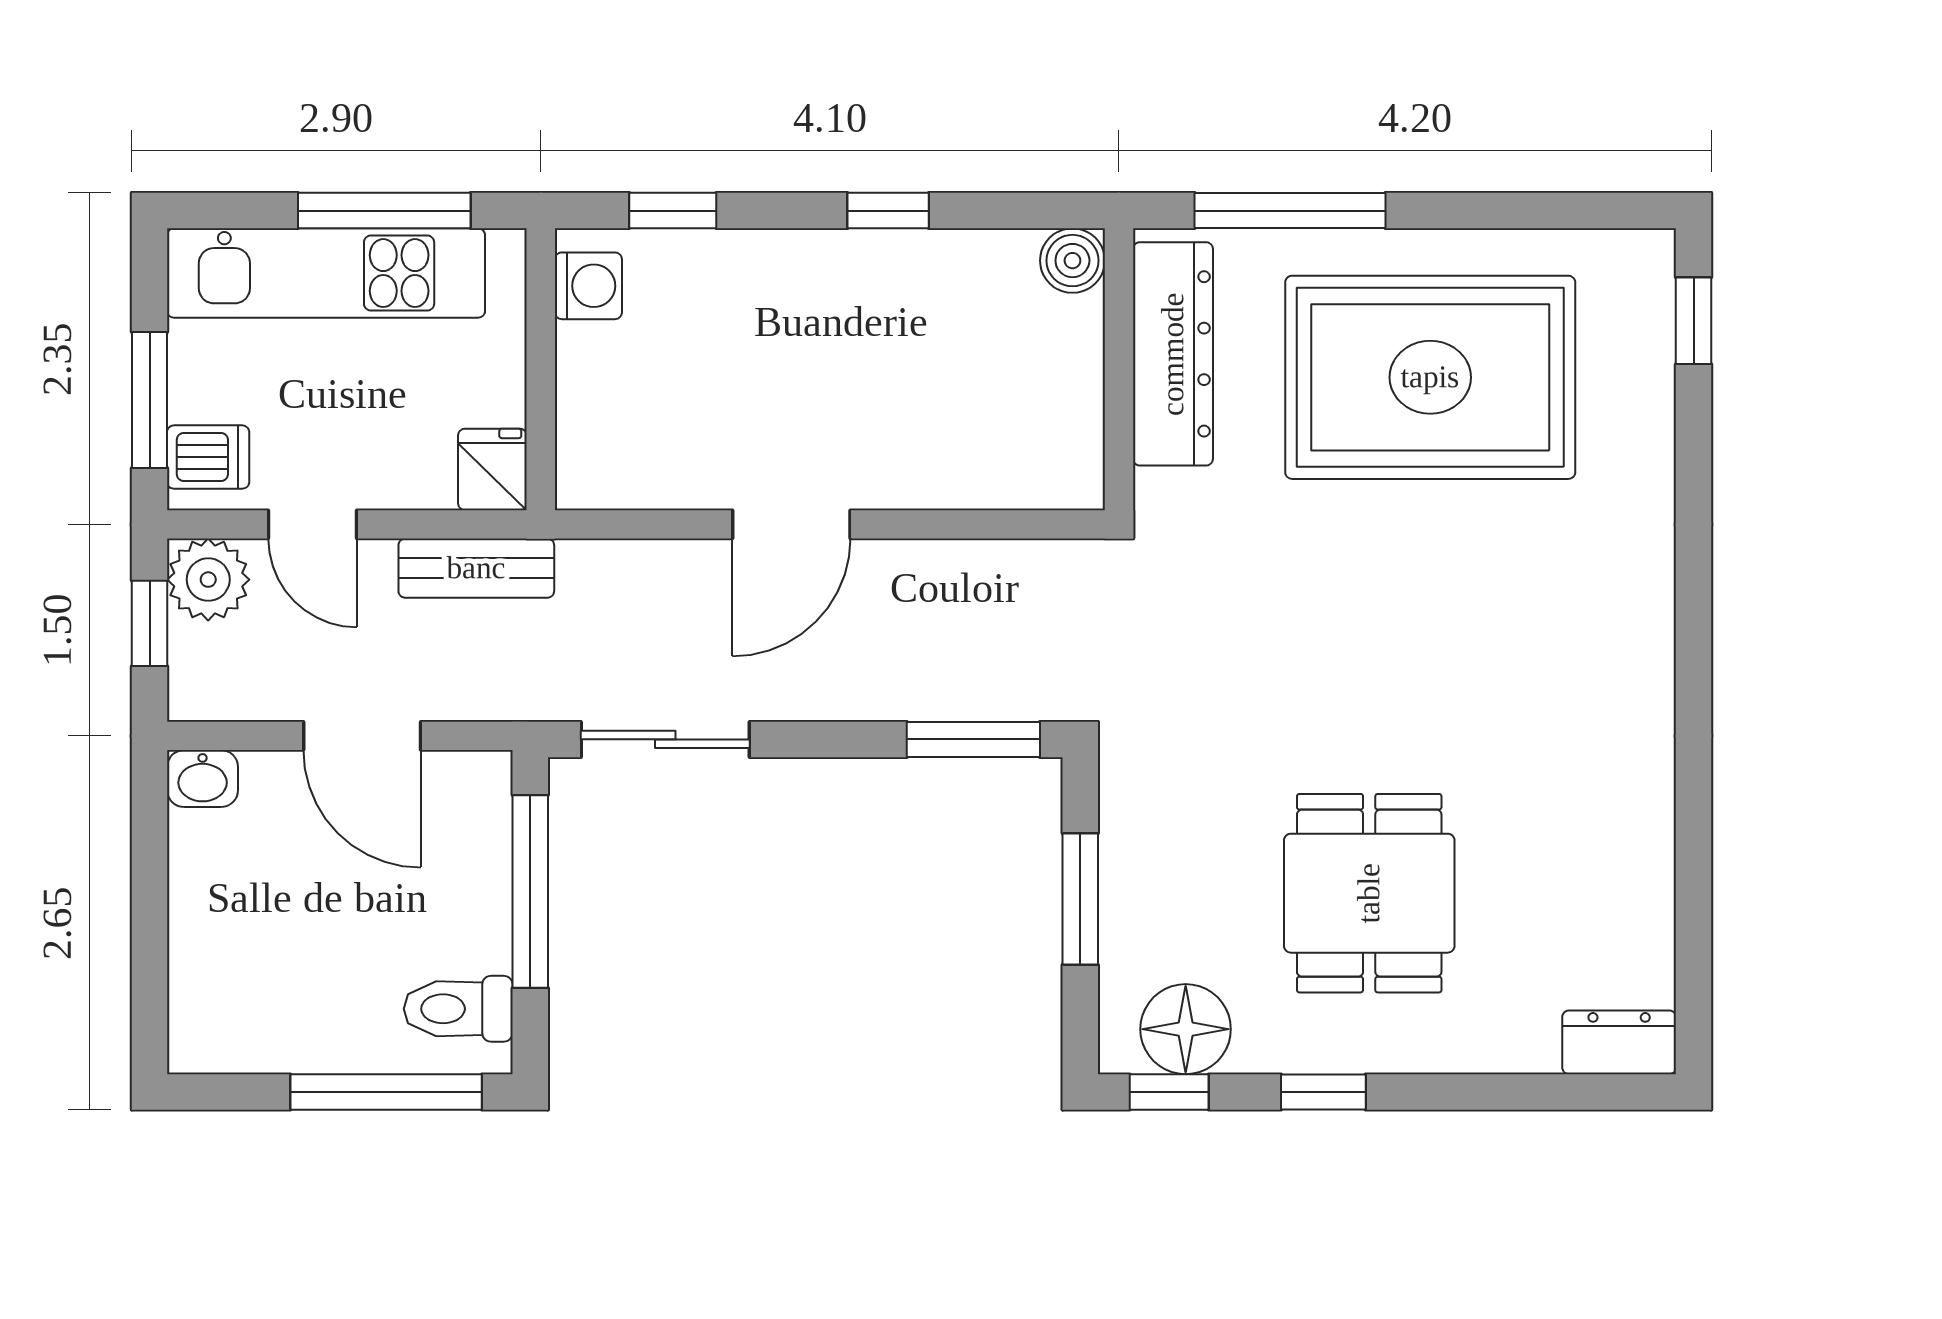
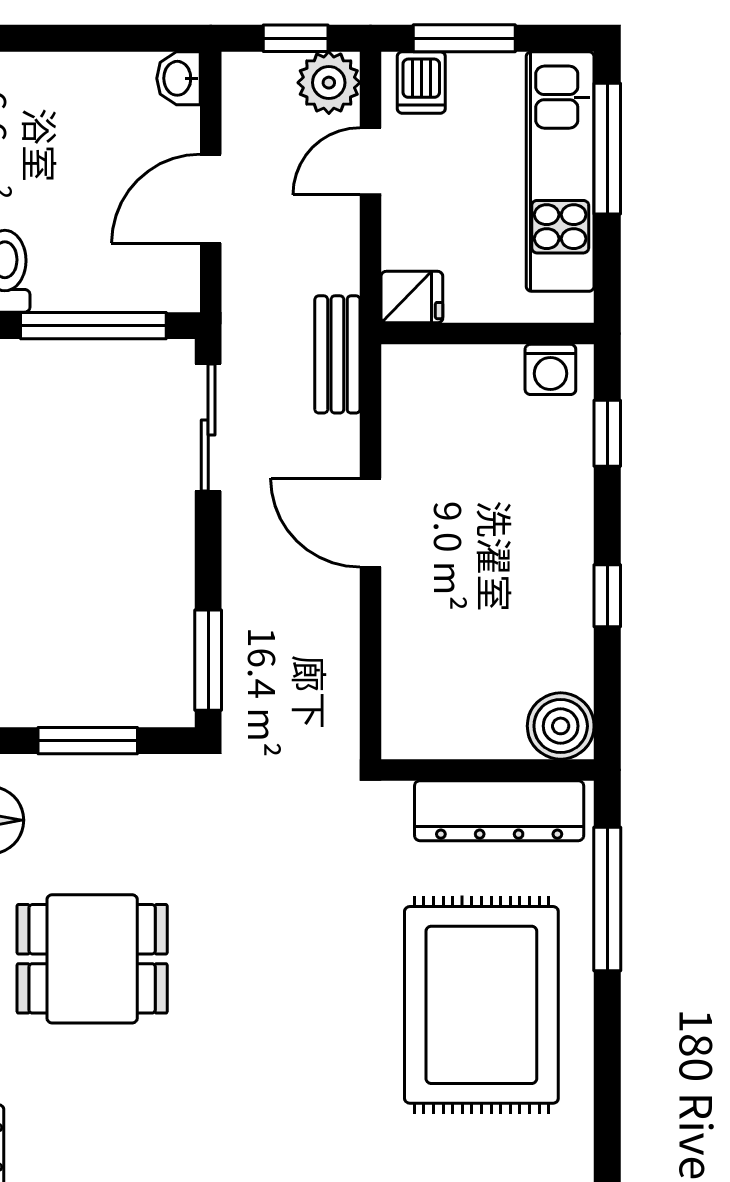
window: (384, 211) -> (607, 149), moved
boiler: (1072, 261) -> (561, 726), width x1.36, depth x1.36
bench: (476, 568) -> (337, 354), moved

